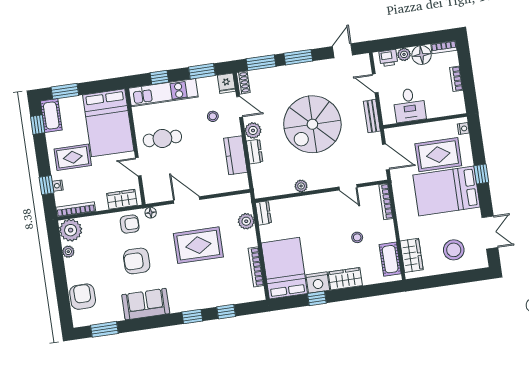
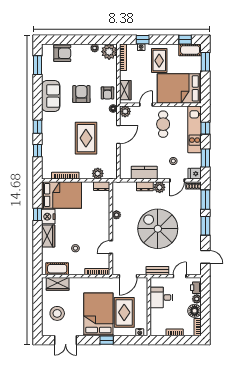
plant: (152, 195) -> (125, 111), added

